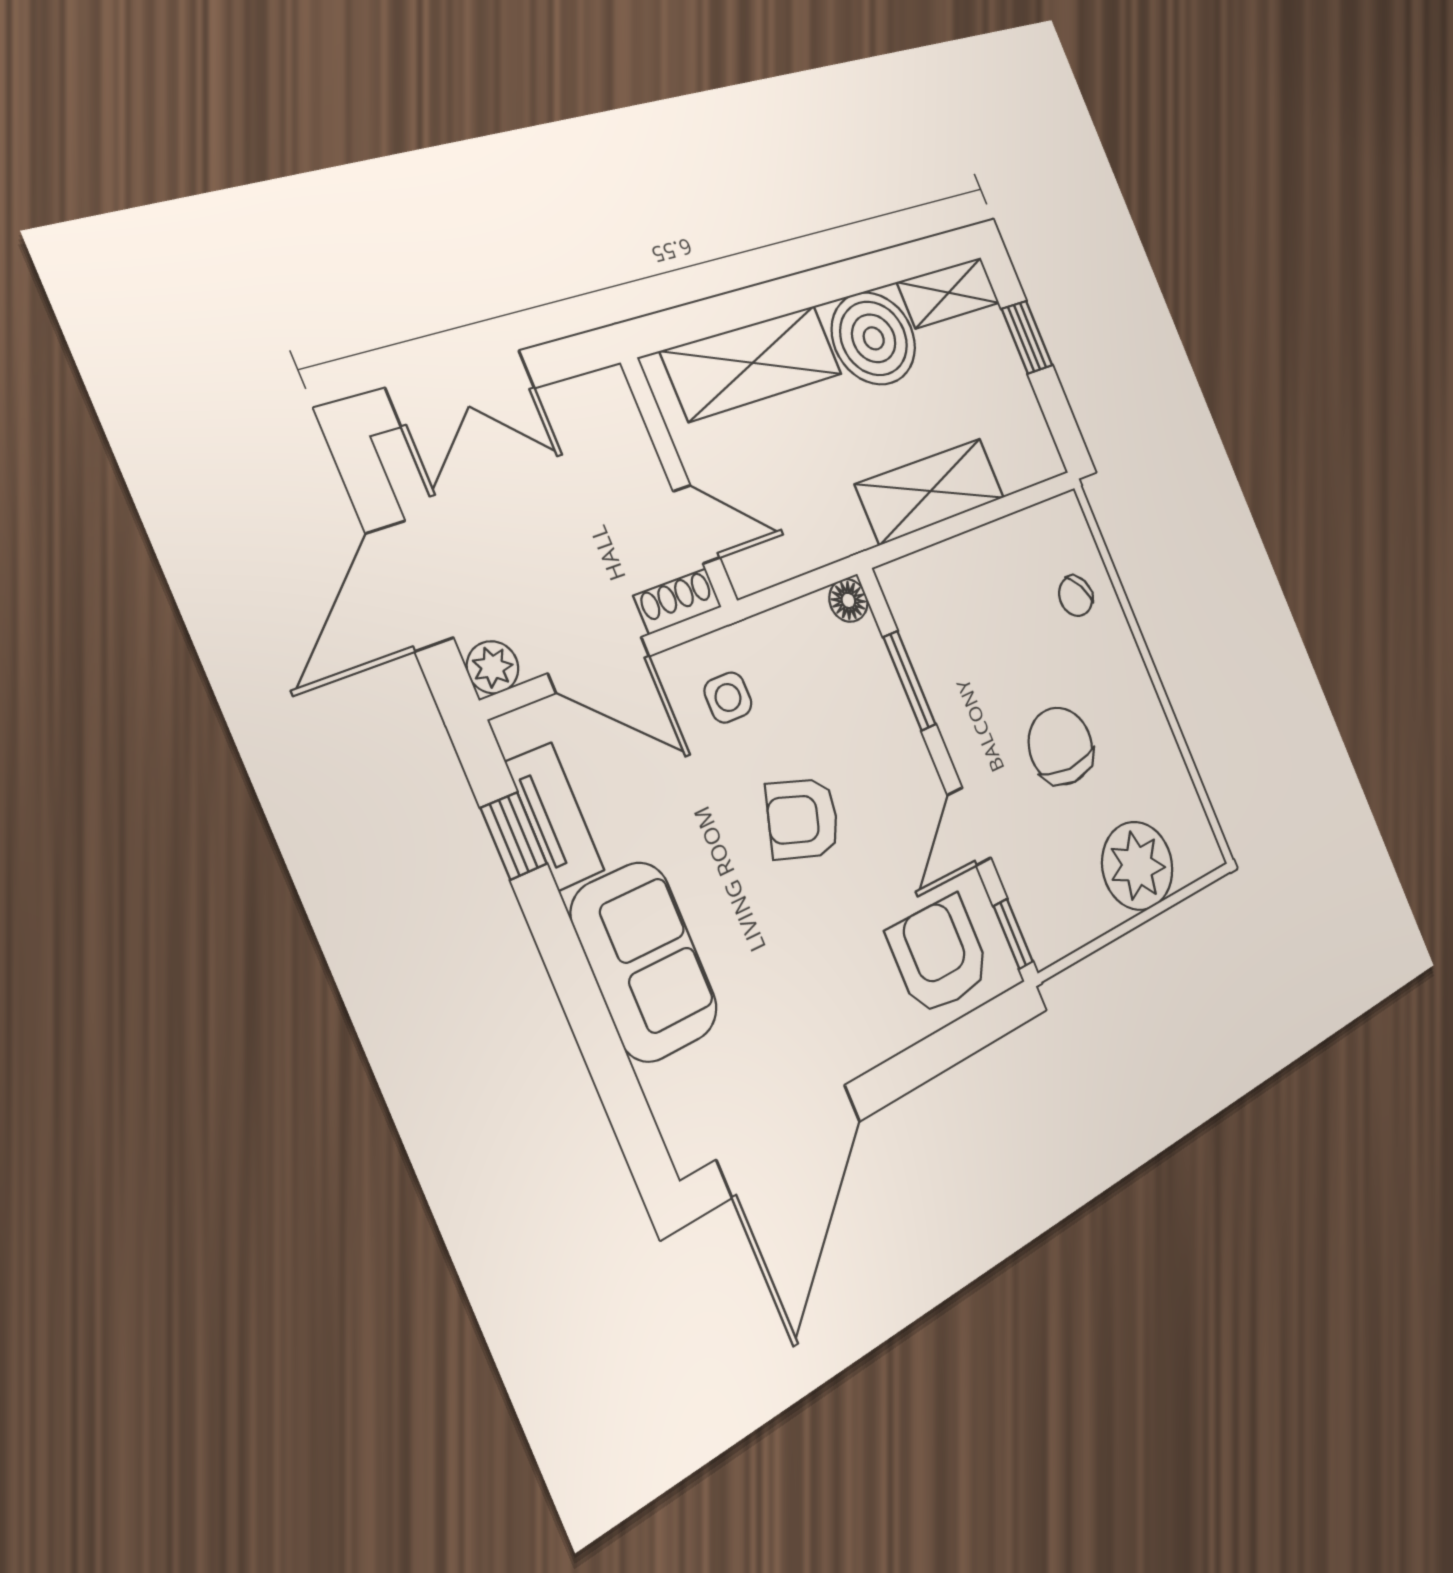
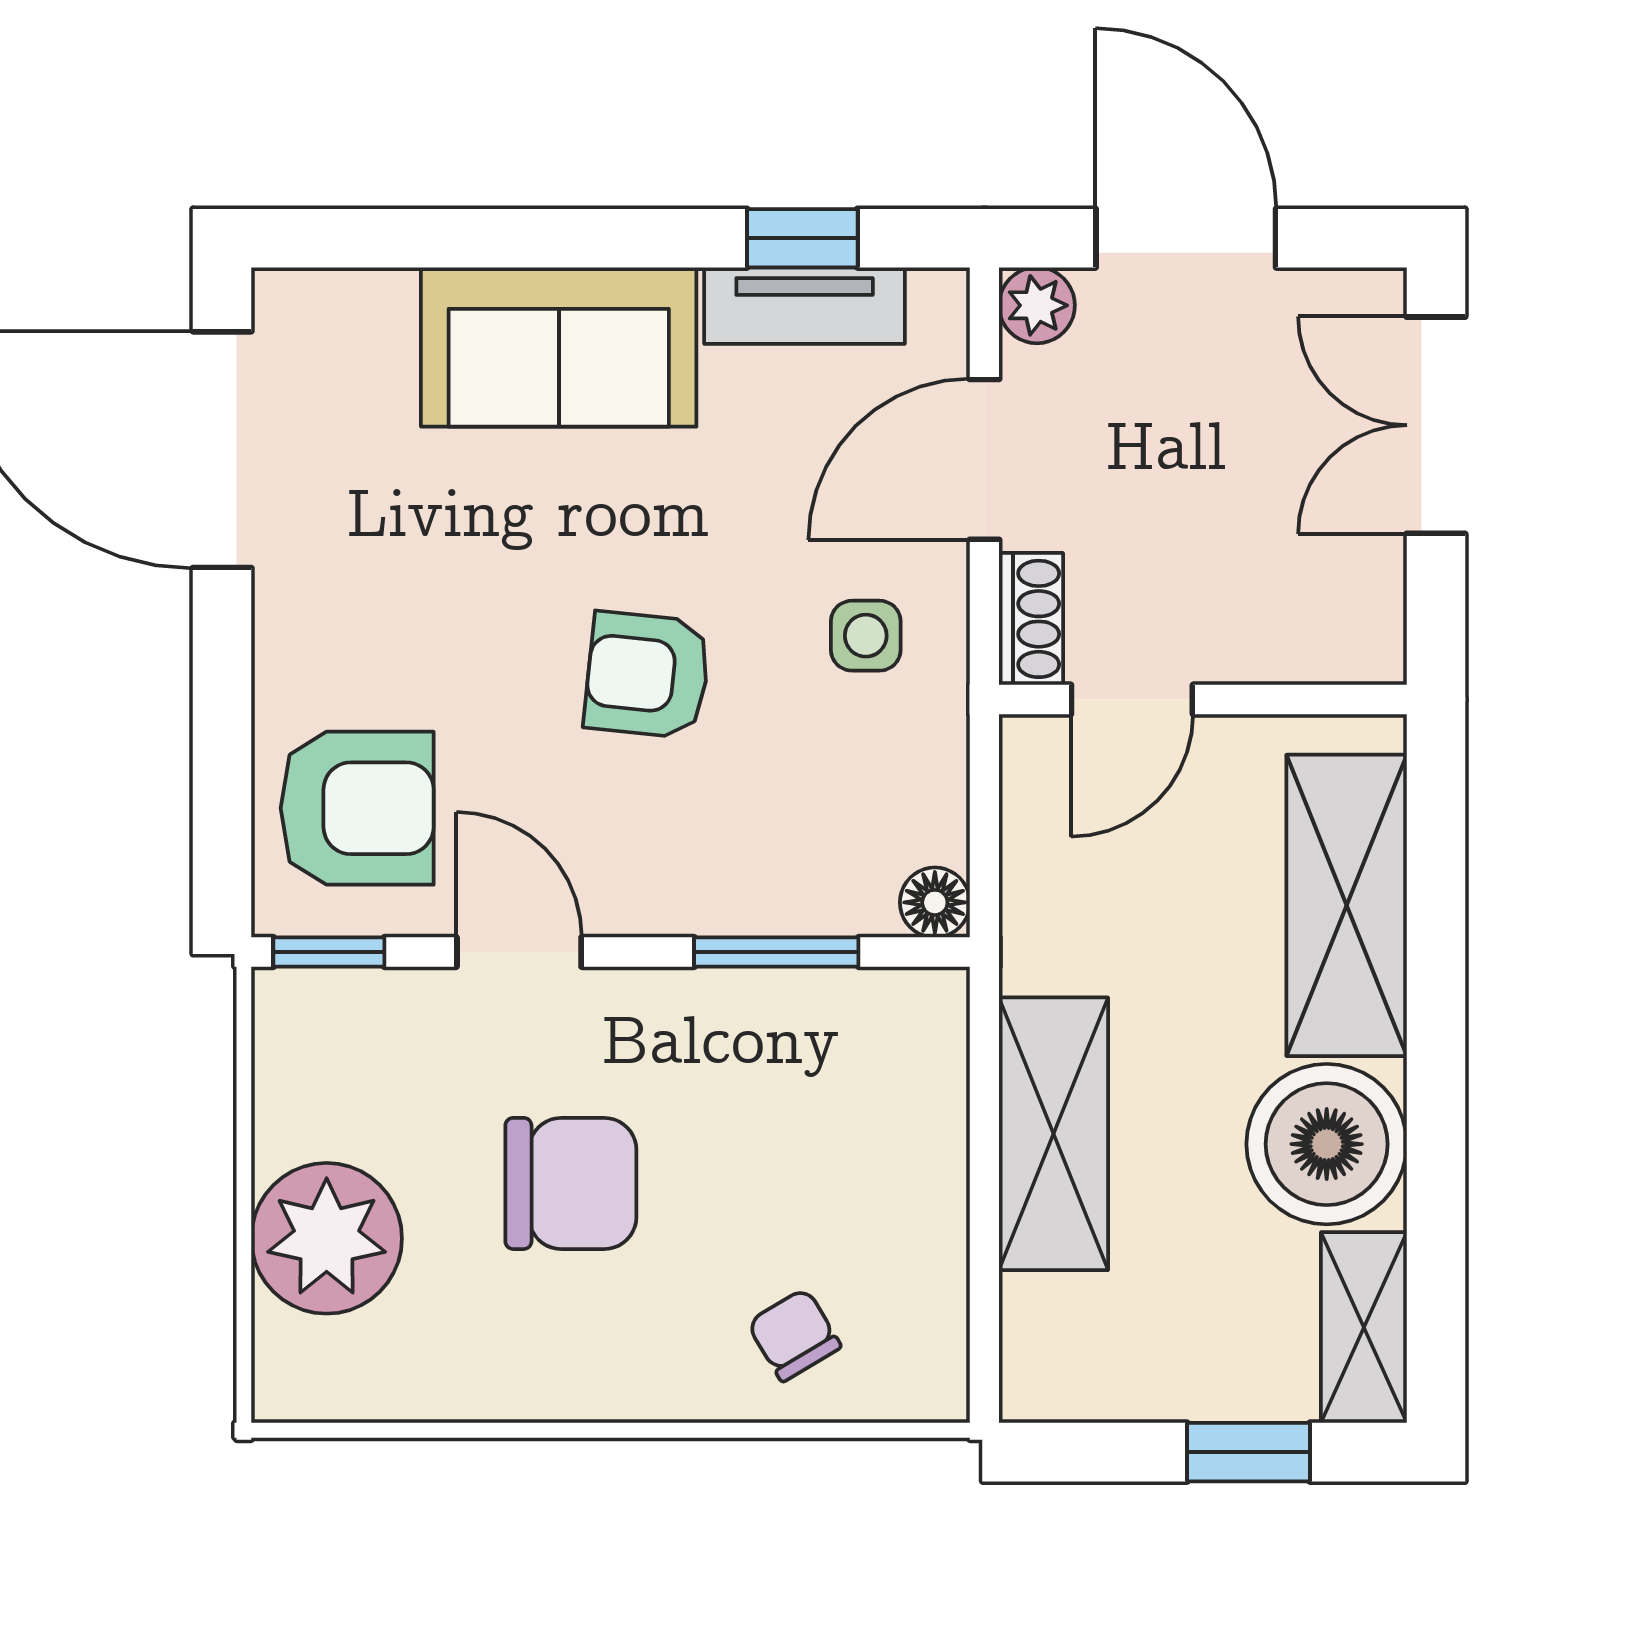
armchair: (803, 819) -> (647, 675), turned -102

